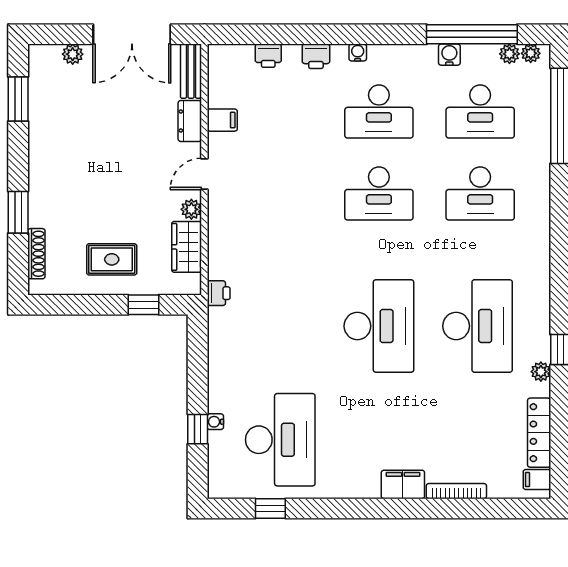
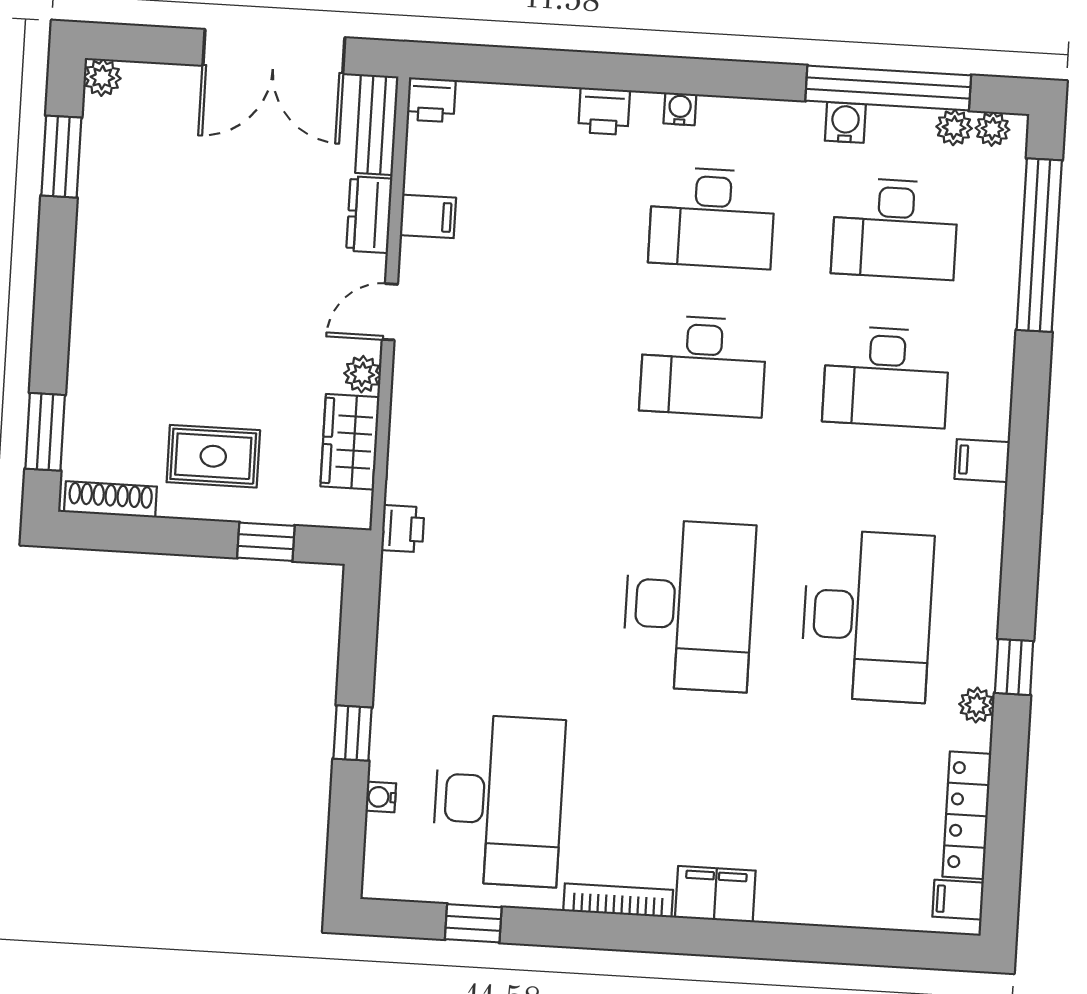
plant: (73, 54) -> (102, 78), moved
printer: (268, 56) -> (431, 100), moved
window: (18, 212) -> (45, 432), moved
filing cabinet: (536, 237) -> (982, 461), added
shoe rack: (36, 254) -> (110, 499), moved, turned -90
water cooler: (215, 422) -> (381, 797), moved
window: (198, 429) -> (352, 733), moved
bookcase: (456, 491) -> (618, 900), moved

